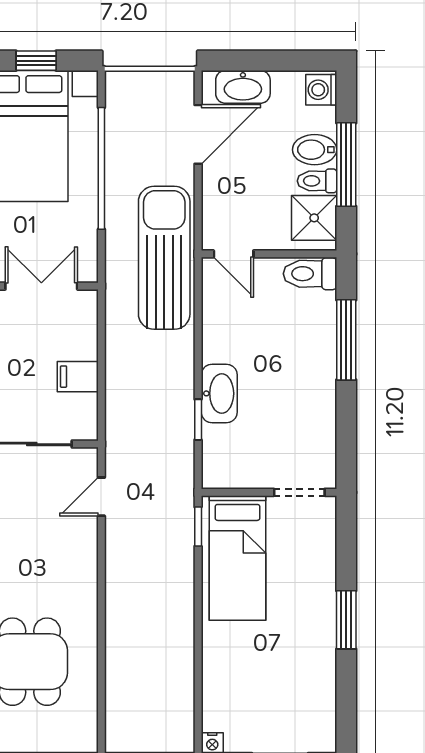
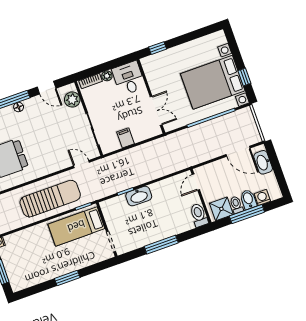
washing machine: (321, 90) -> (262, 197), moved
sun lounger: (164, 258) -> (50, 199), moved
window: (346, 340) -> (161, 245), moved

